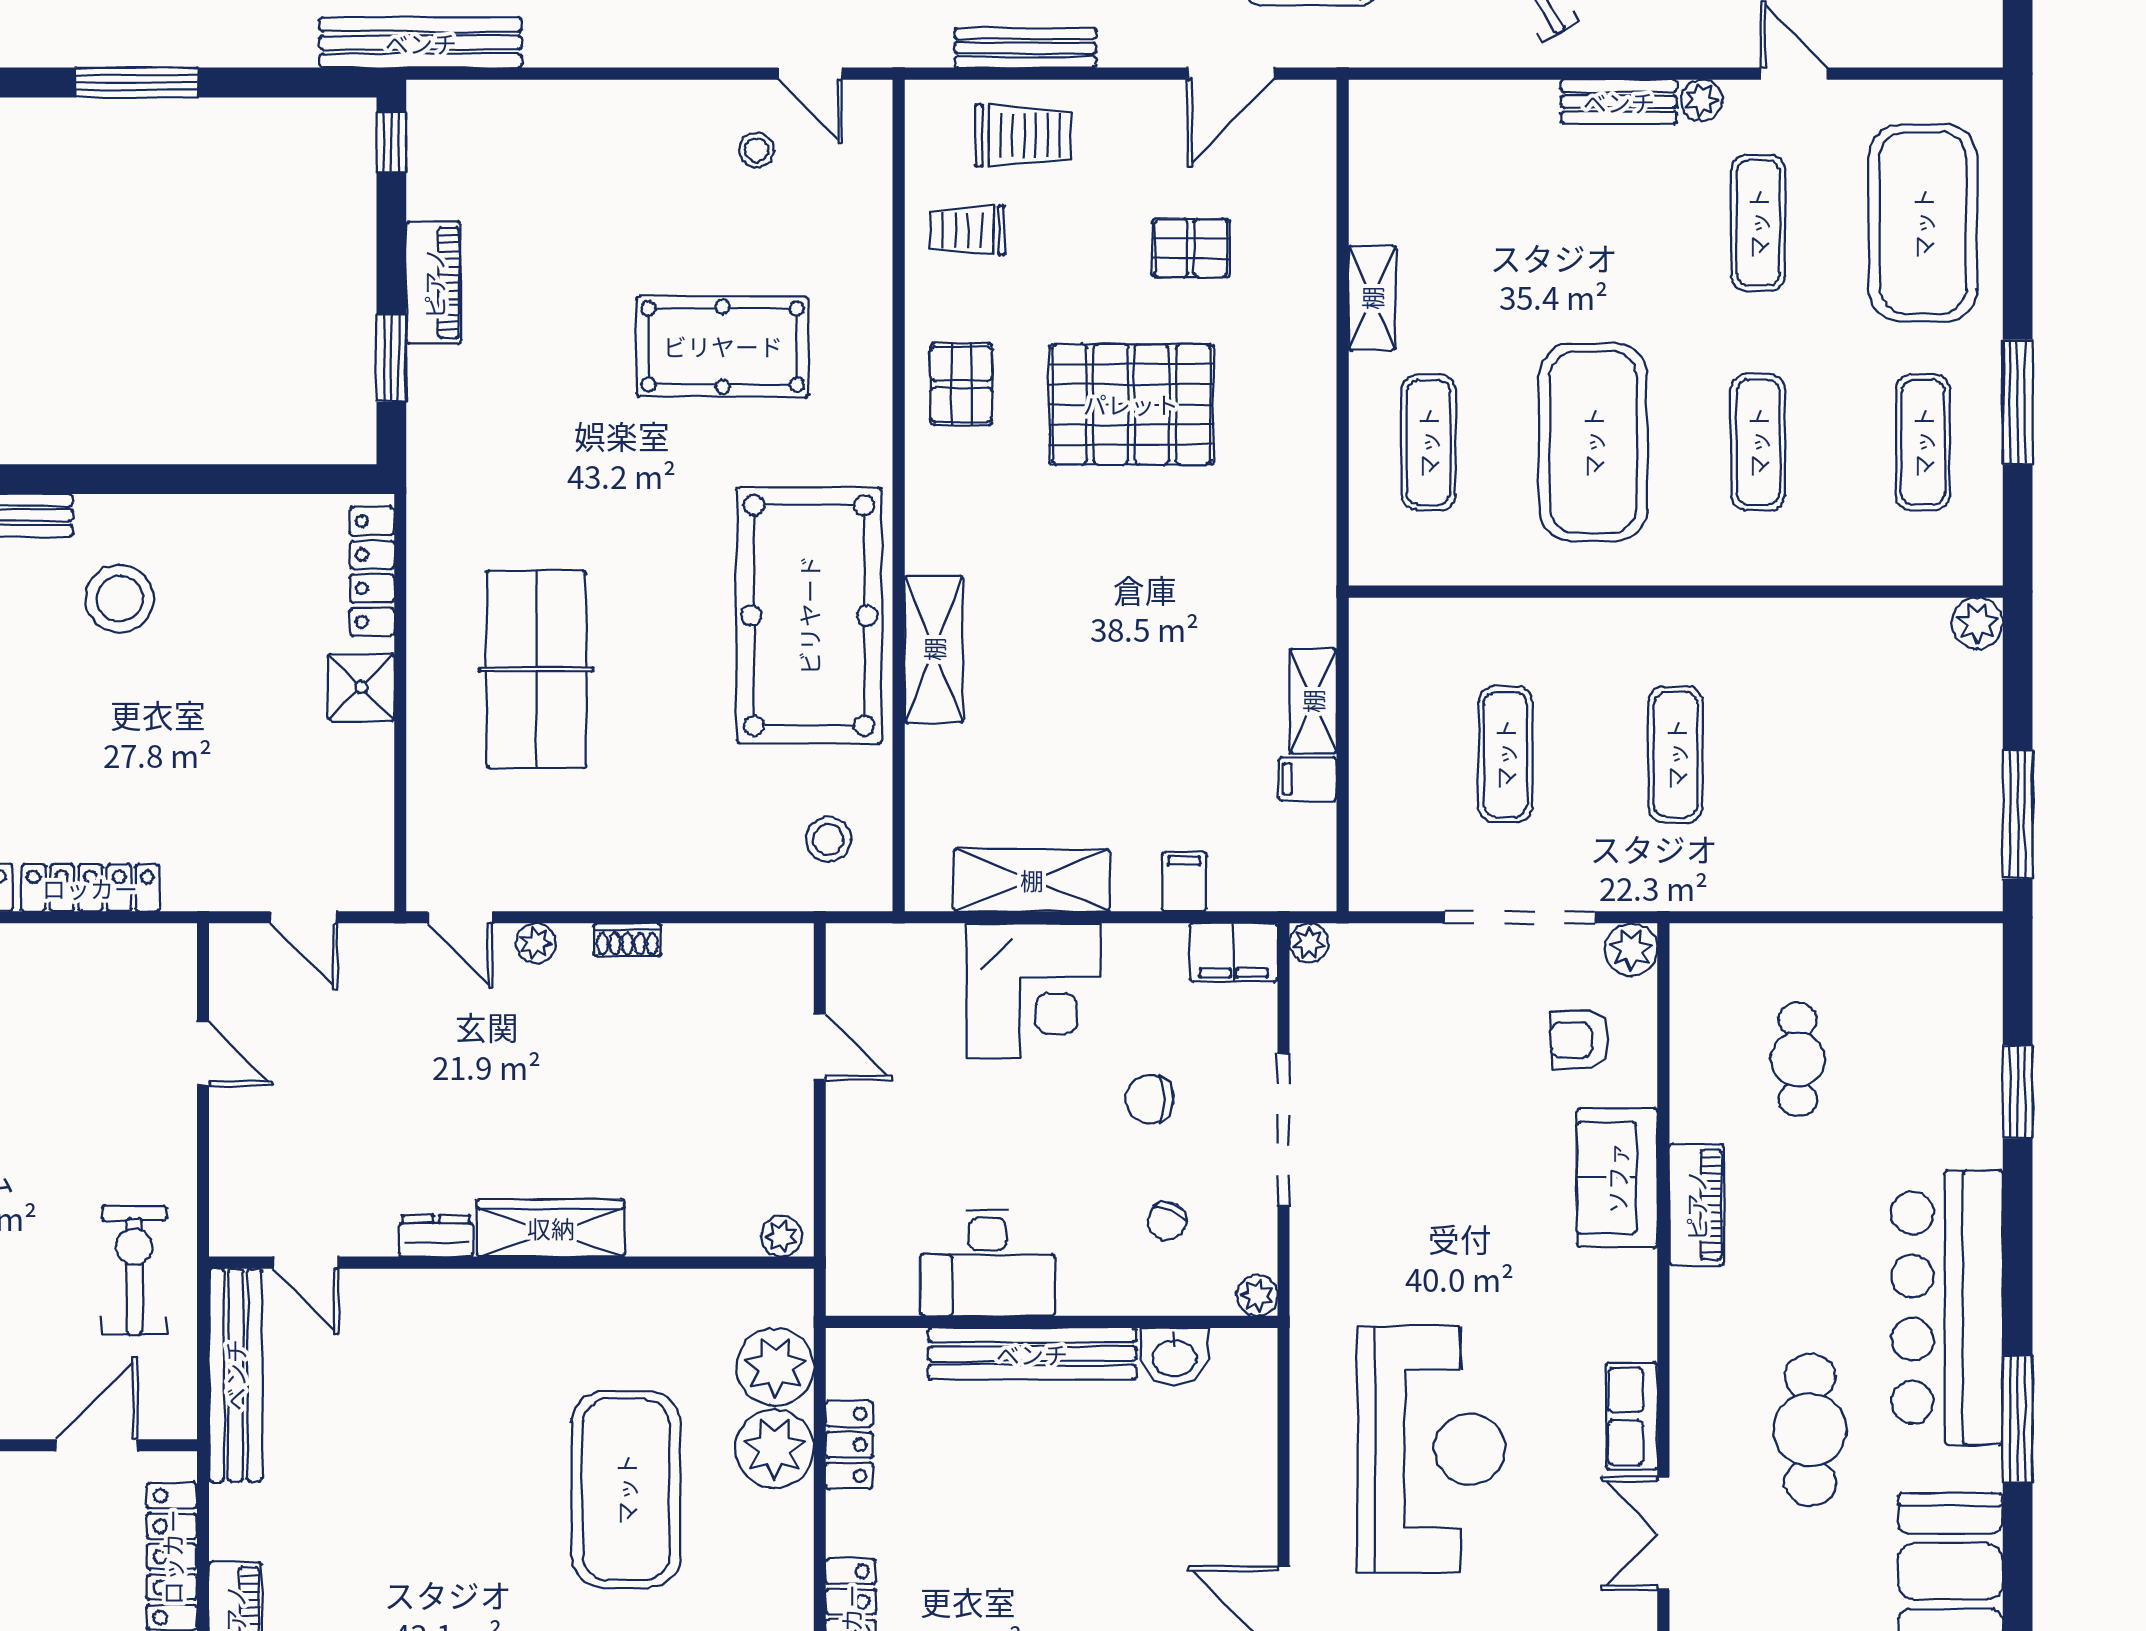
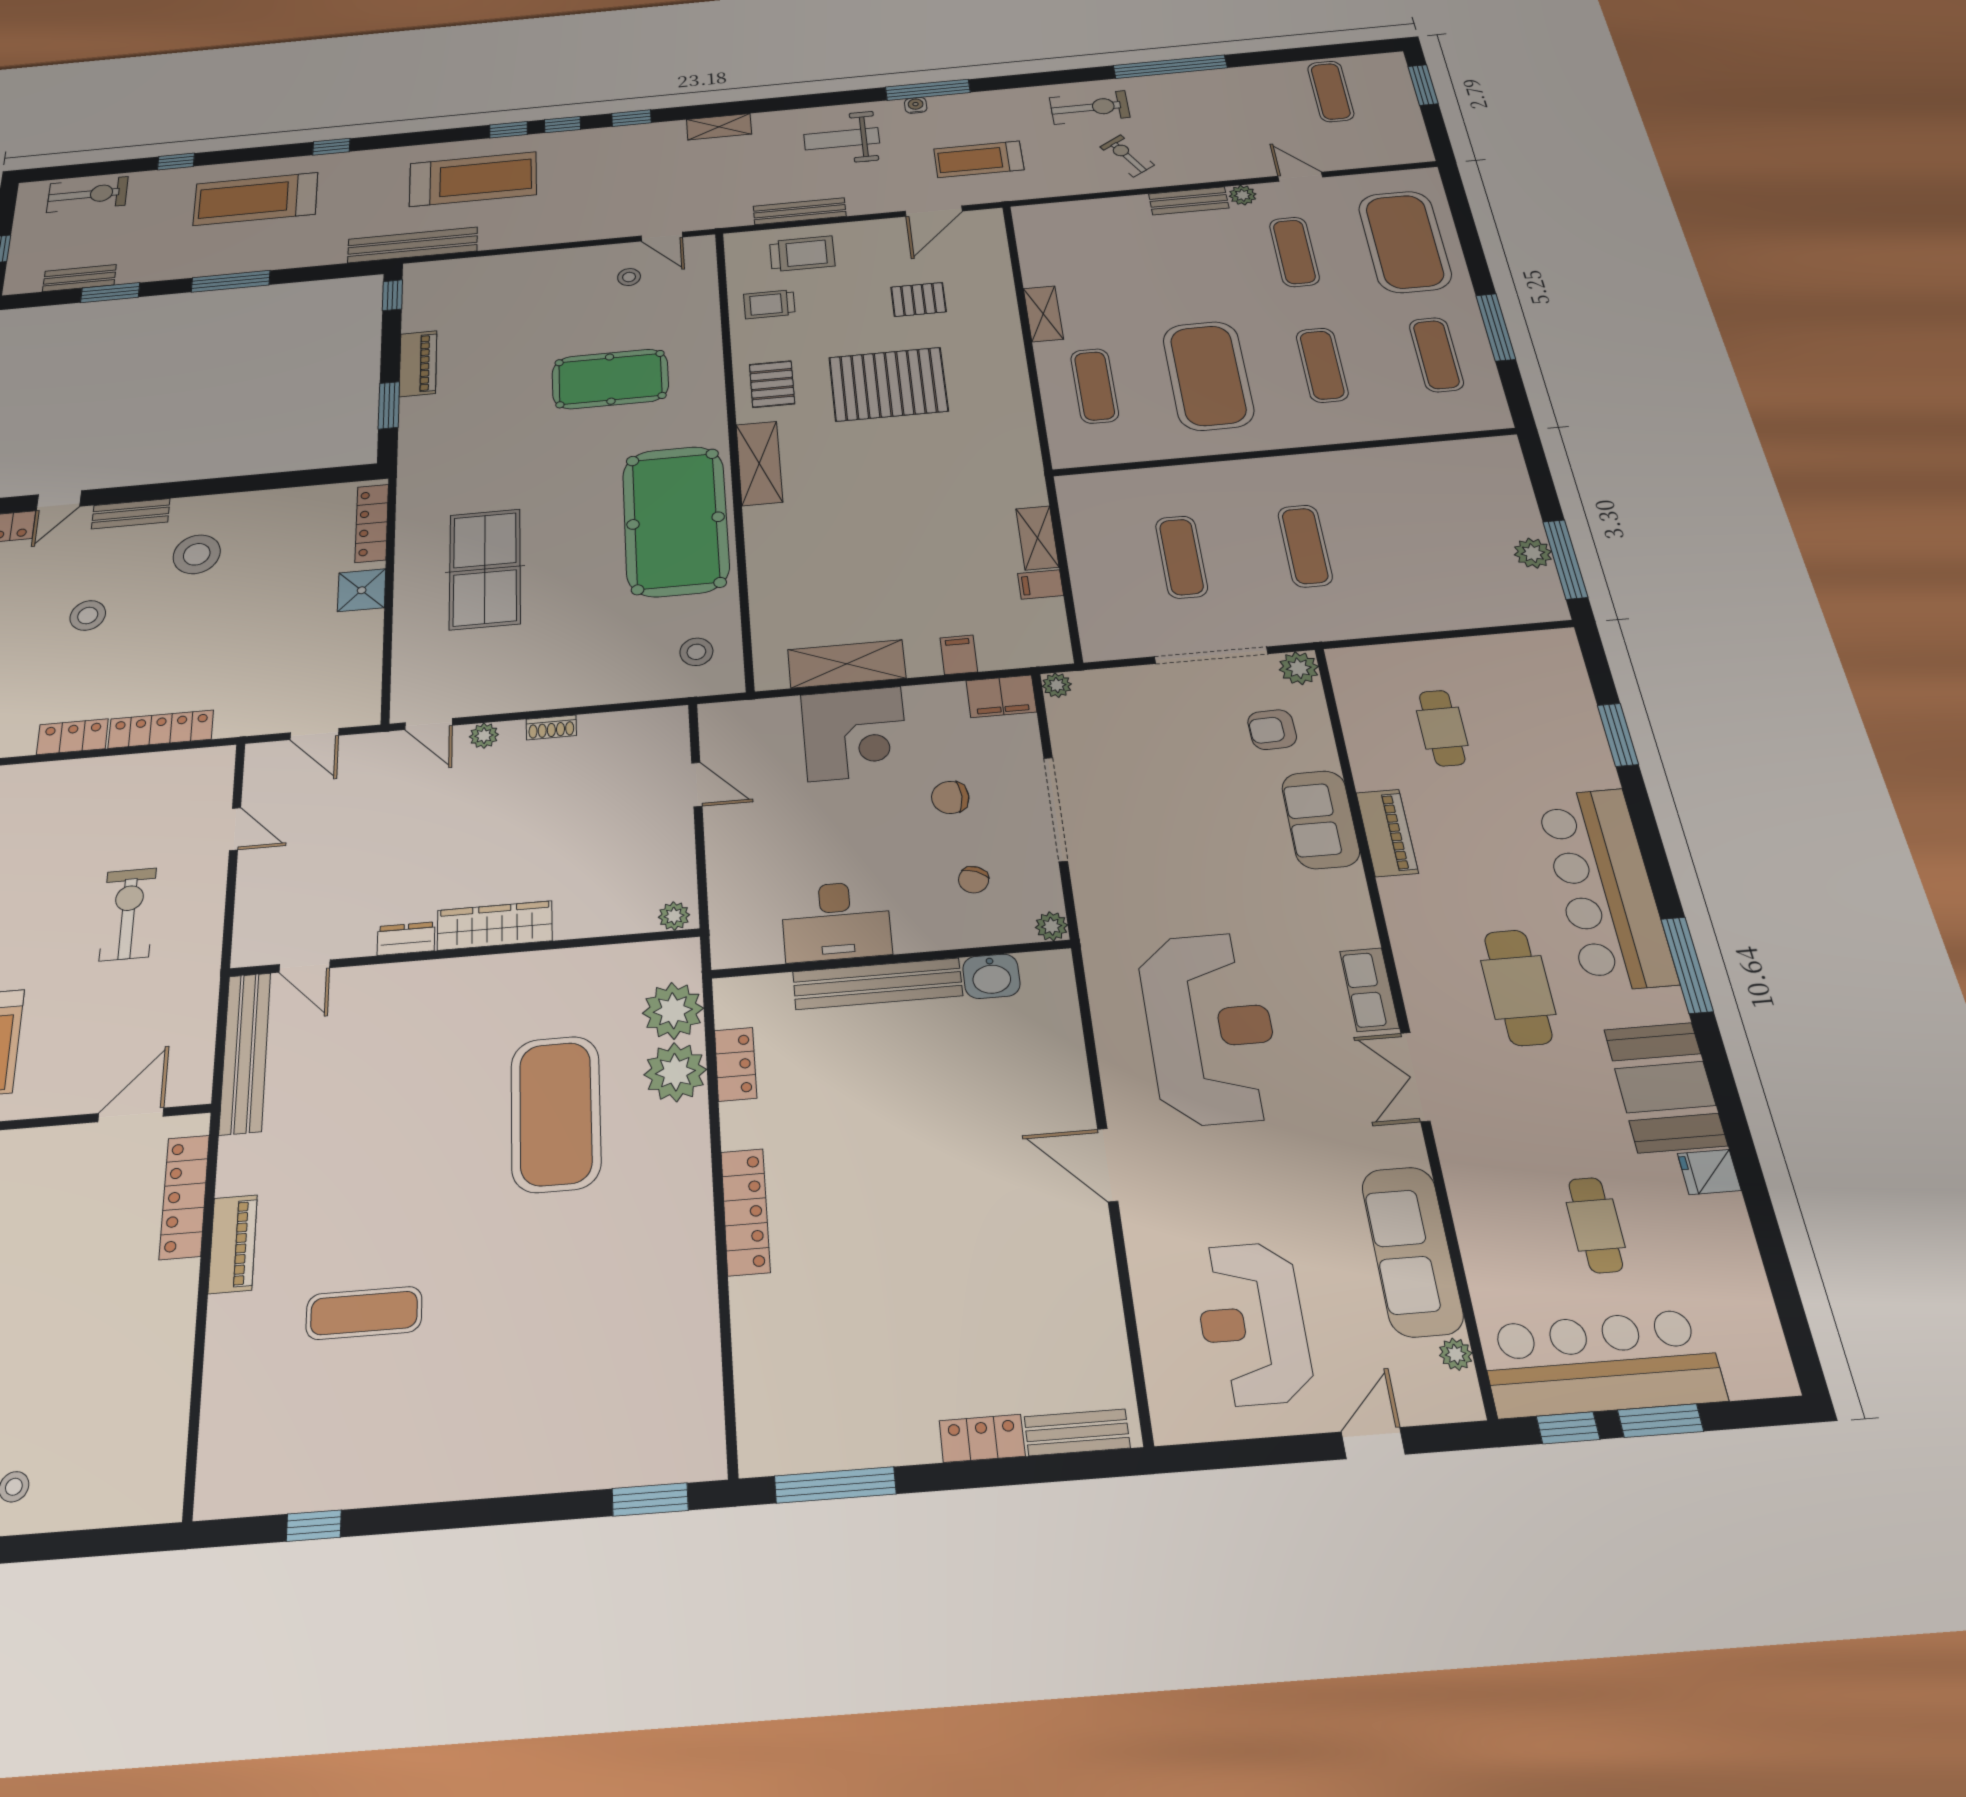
plant: (1977, 623) -> (1533, 553), moved
shelving: (934, 649) -> (759, 463), moved
exercise bike: (134, 1270) -> (128, 914), moved

